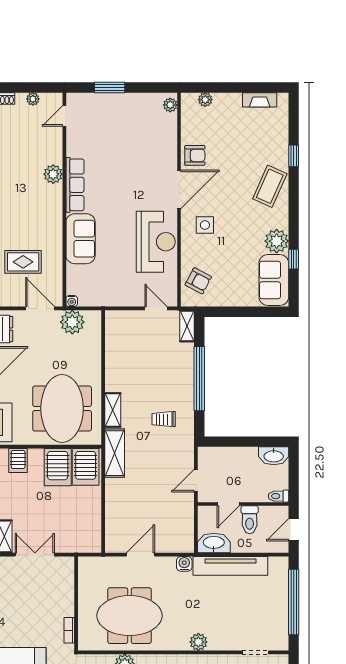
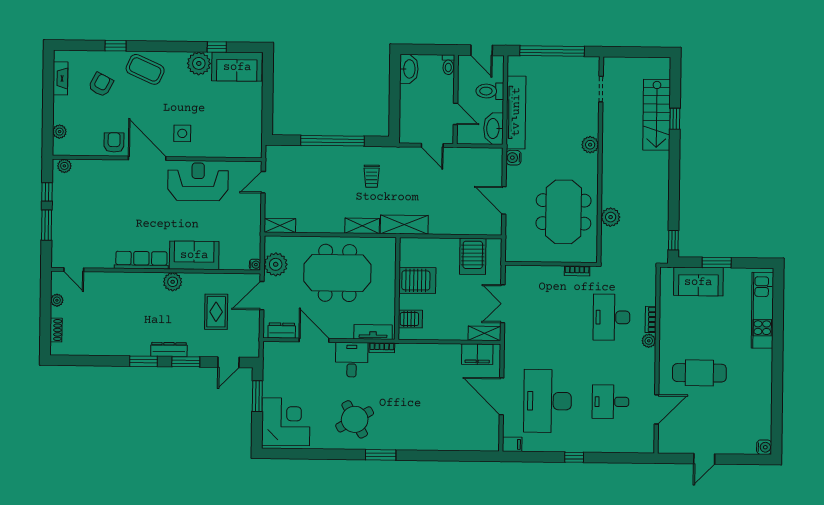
window: (143, 87) -> (47, 192), added
plant: (53, 174) -> (173, 282), moved
armchair: (198, 281) -> (101, 85), moved
shelving: (187, 326) -> (280, 226), moved
meeting table: (62, 409) -> (337, 273), moved
server rack: (86, 467) -> (473, 256), moved, turned 90
toilet: (250, 520) -> (490, 91), moved, turned 180

